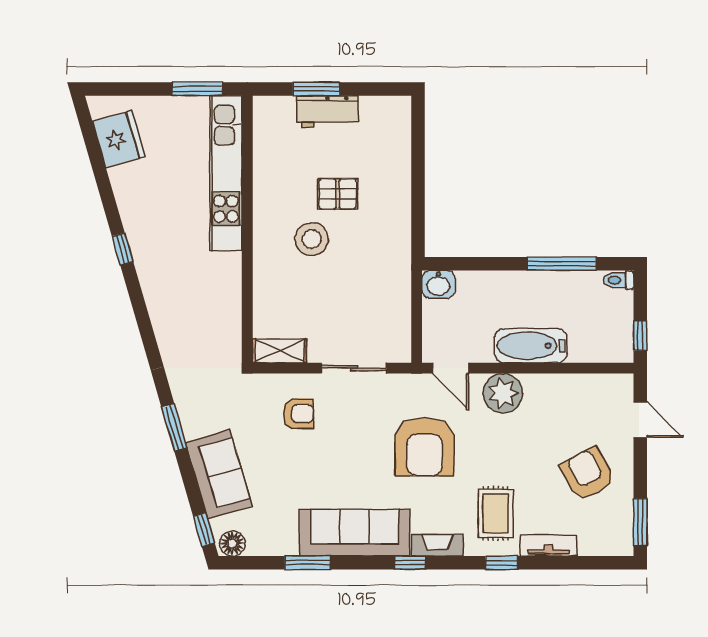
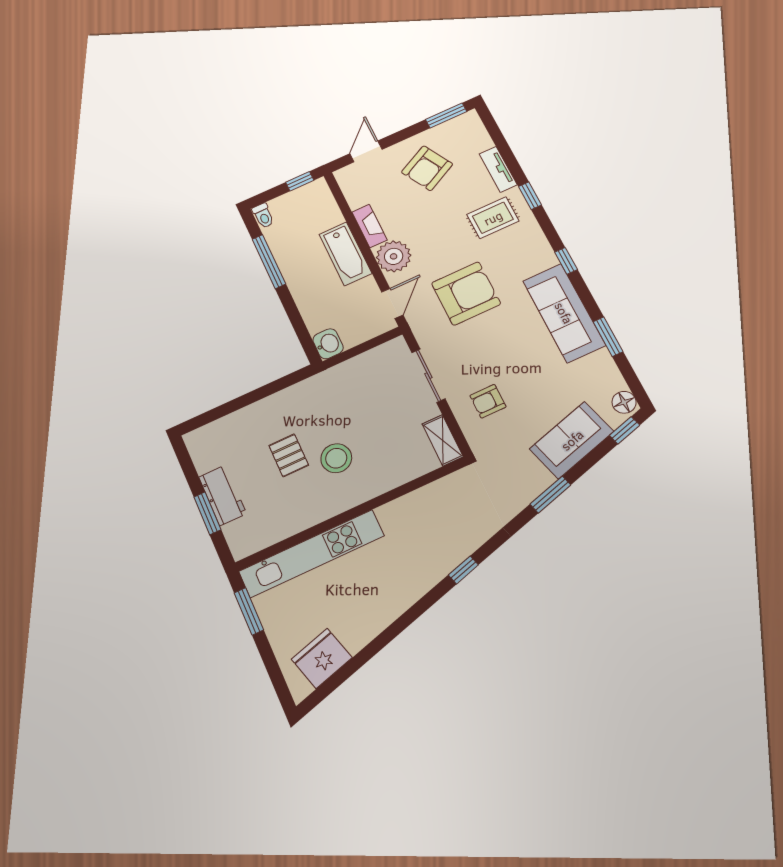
window: (122, 249) -> (463, 570), moved
armchair: (298, 414) -> (488, 401), turned -90
fireplace: (437, 545) -> (370, 226), moved, turned 180

